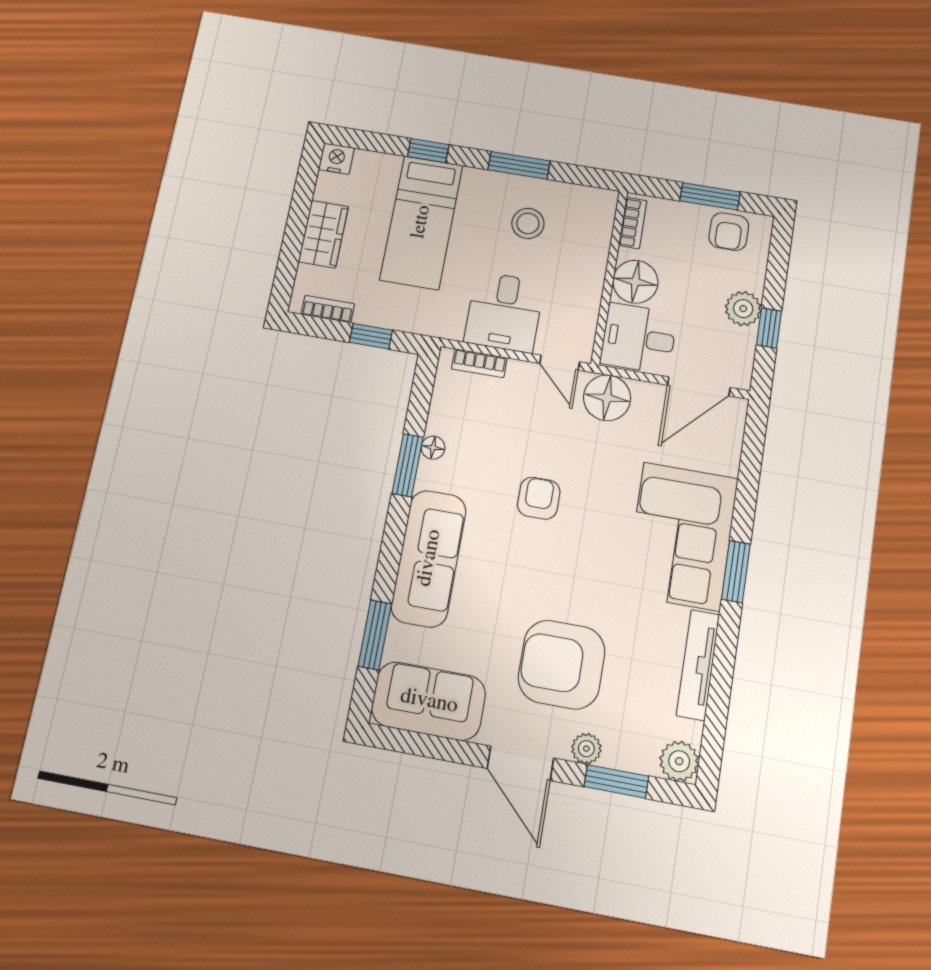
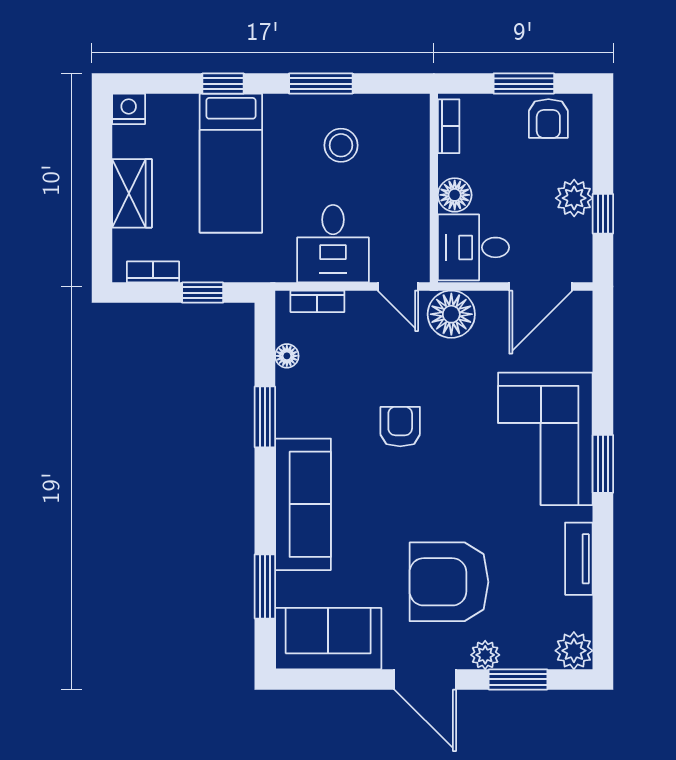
floor lamp: (635, 282) -> (455, 195), width x0.73, depth x0.73
floor lamp: (433, 448) -> (287, 356), moved
tv unit: (698, 665) -> (579, 559), width x0.71

